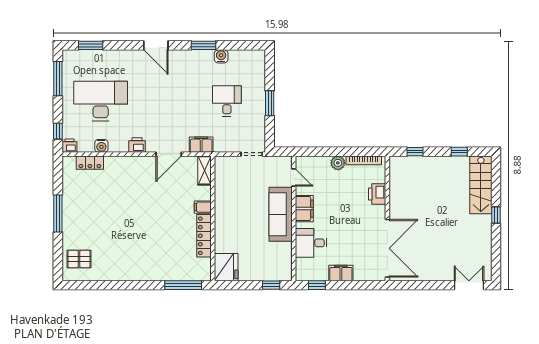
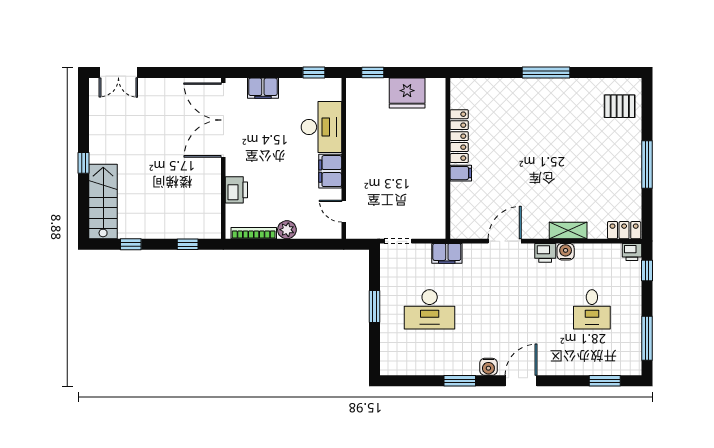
door: (156, 45) -> (521, 381), hinge flipped
water cooler: (221, 56) -> (488, 367), moved
desk: (101, 101) -> (592, 309), width x0.53, depth x0.77
desk: (227, 101) -> (430, 309), width x1.37
filing cabinet: (201, 145) -> (447, 253), moved
water cooler: (101, 146) -> (566, 252), moved
locker: (90, 163) -> (624, 230), moved
shelving: (204, 170) -> (568, 230), moved, turned 90
sofa: (281, 214) -> (361, 164), removed
desk: (311, 243) -> (321, 127), width x1.37
fridge: (226, 267) -> (407, 93), moved, turned -90
filing cabinet: (341, 273) -> (263, 88), moved
window: (183, 285) -> (546, 73), moved

